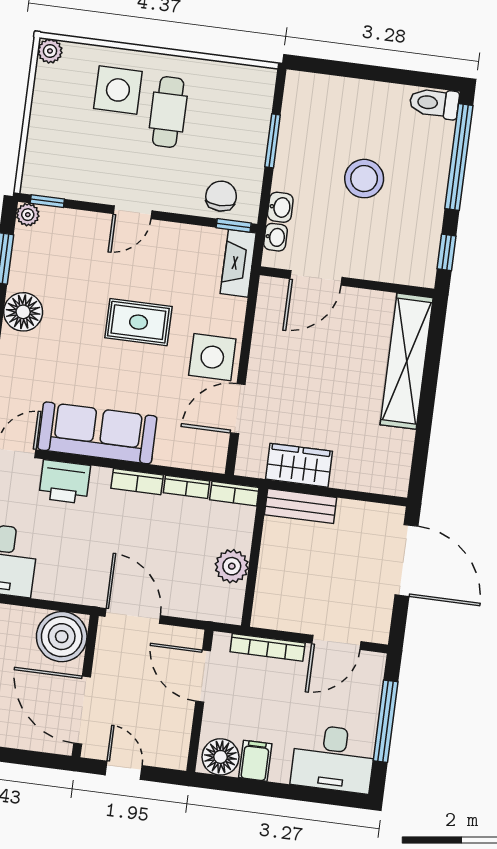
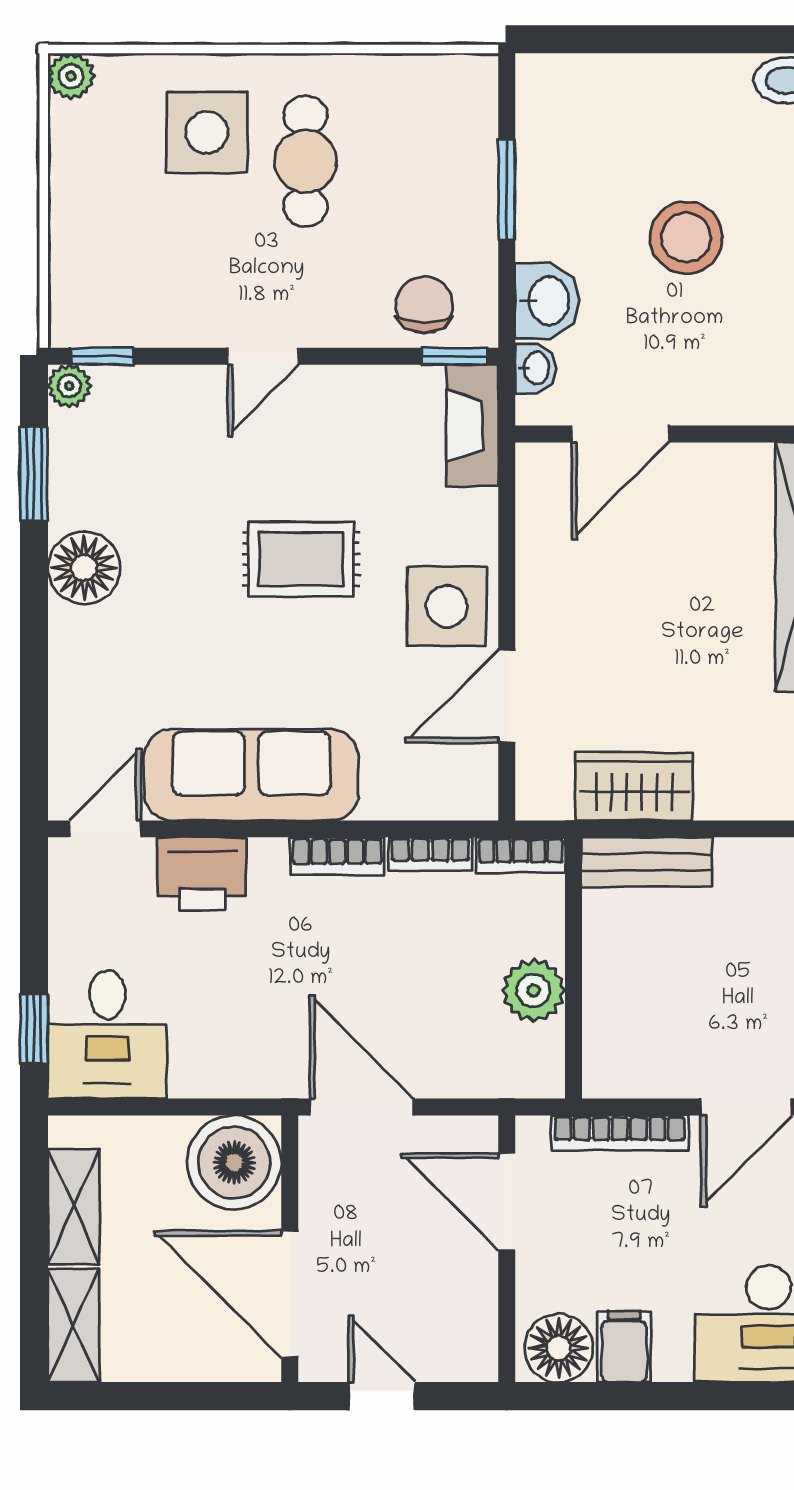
washbasin: (280, 207) -> (547, 301), width x1.38, depth x1.45

